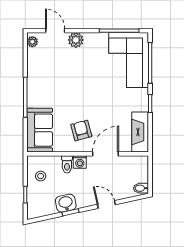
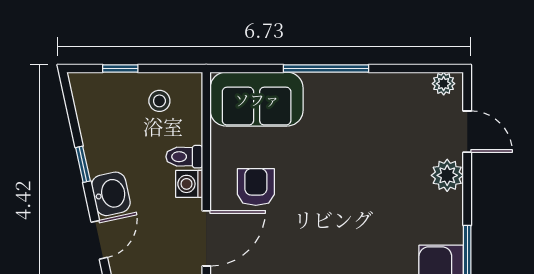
door: (55, 31) -> (467, 132), hinge flipped
armchair: (81, 130) -> (256, 187), turned -75
door: (106, 154) -> (206, 238), hinge flipped
washbasin: (66, 203) -> (111, 194), moved

